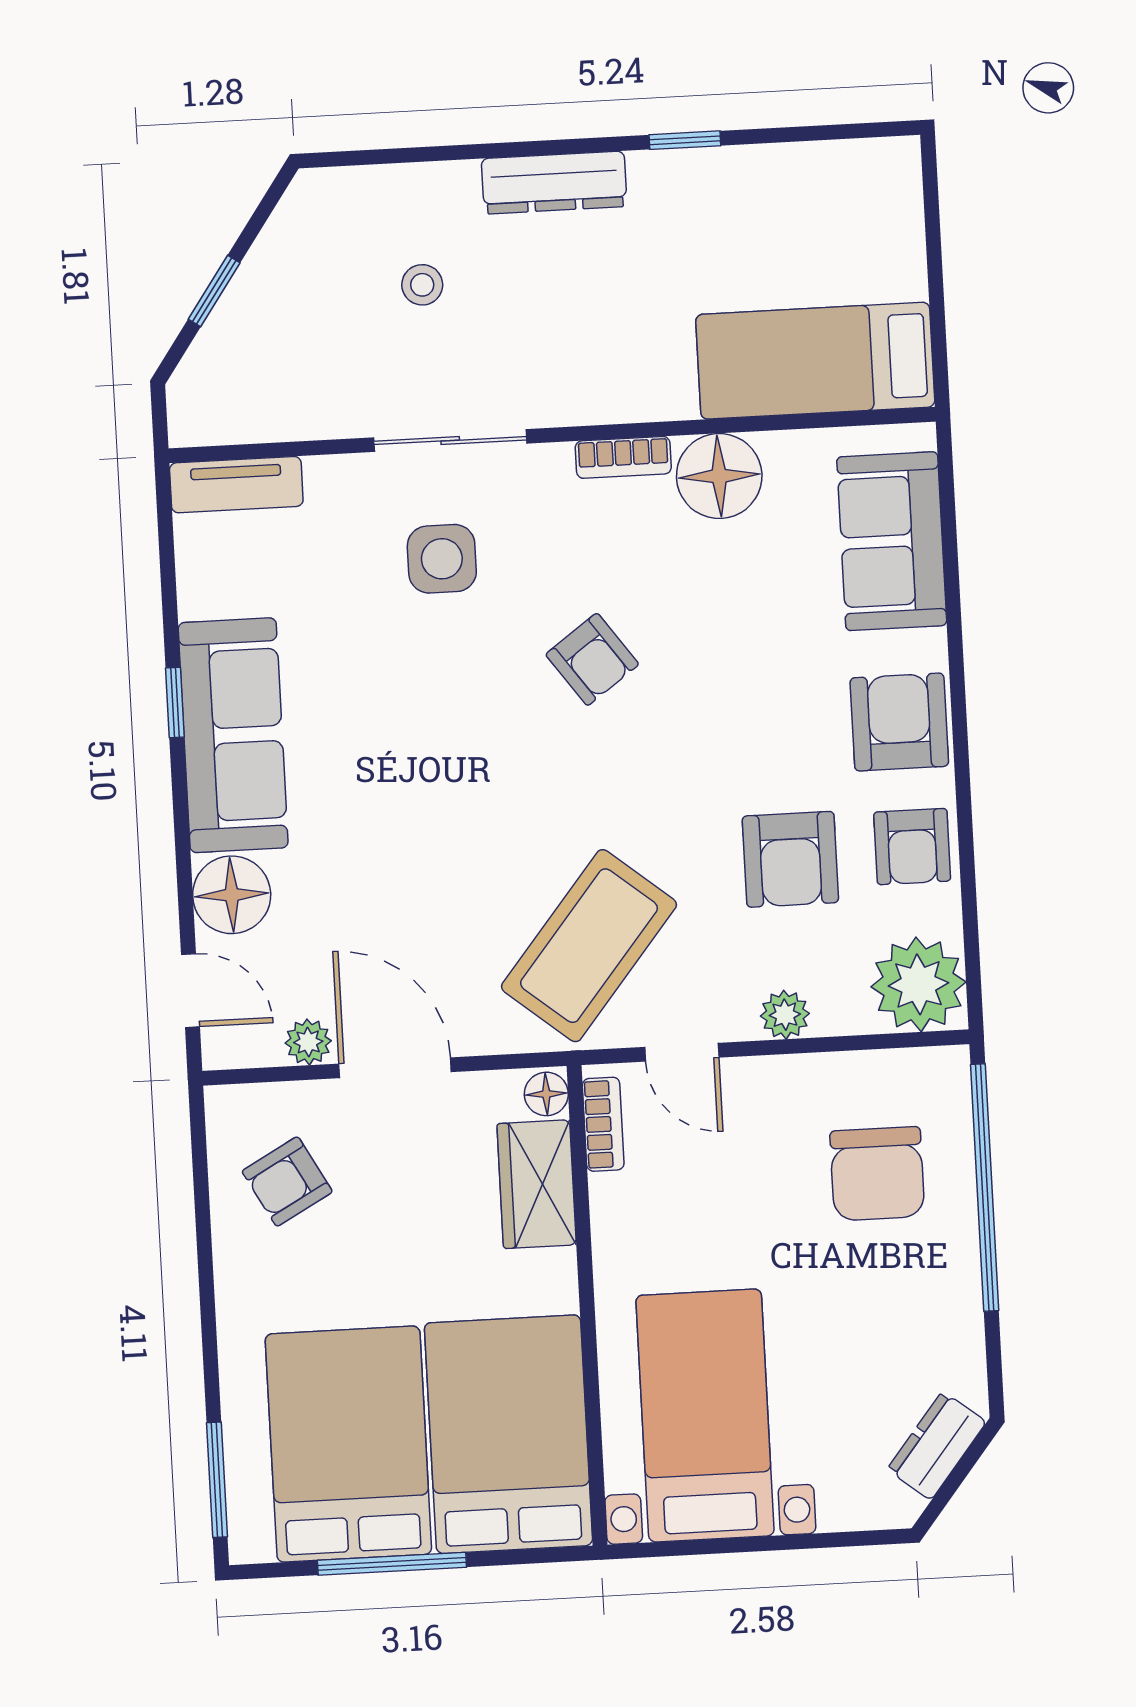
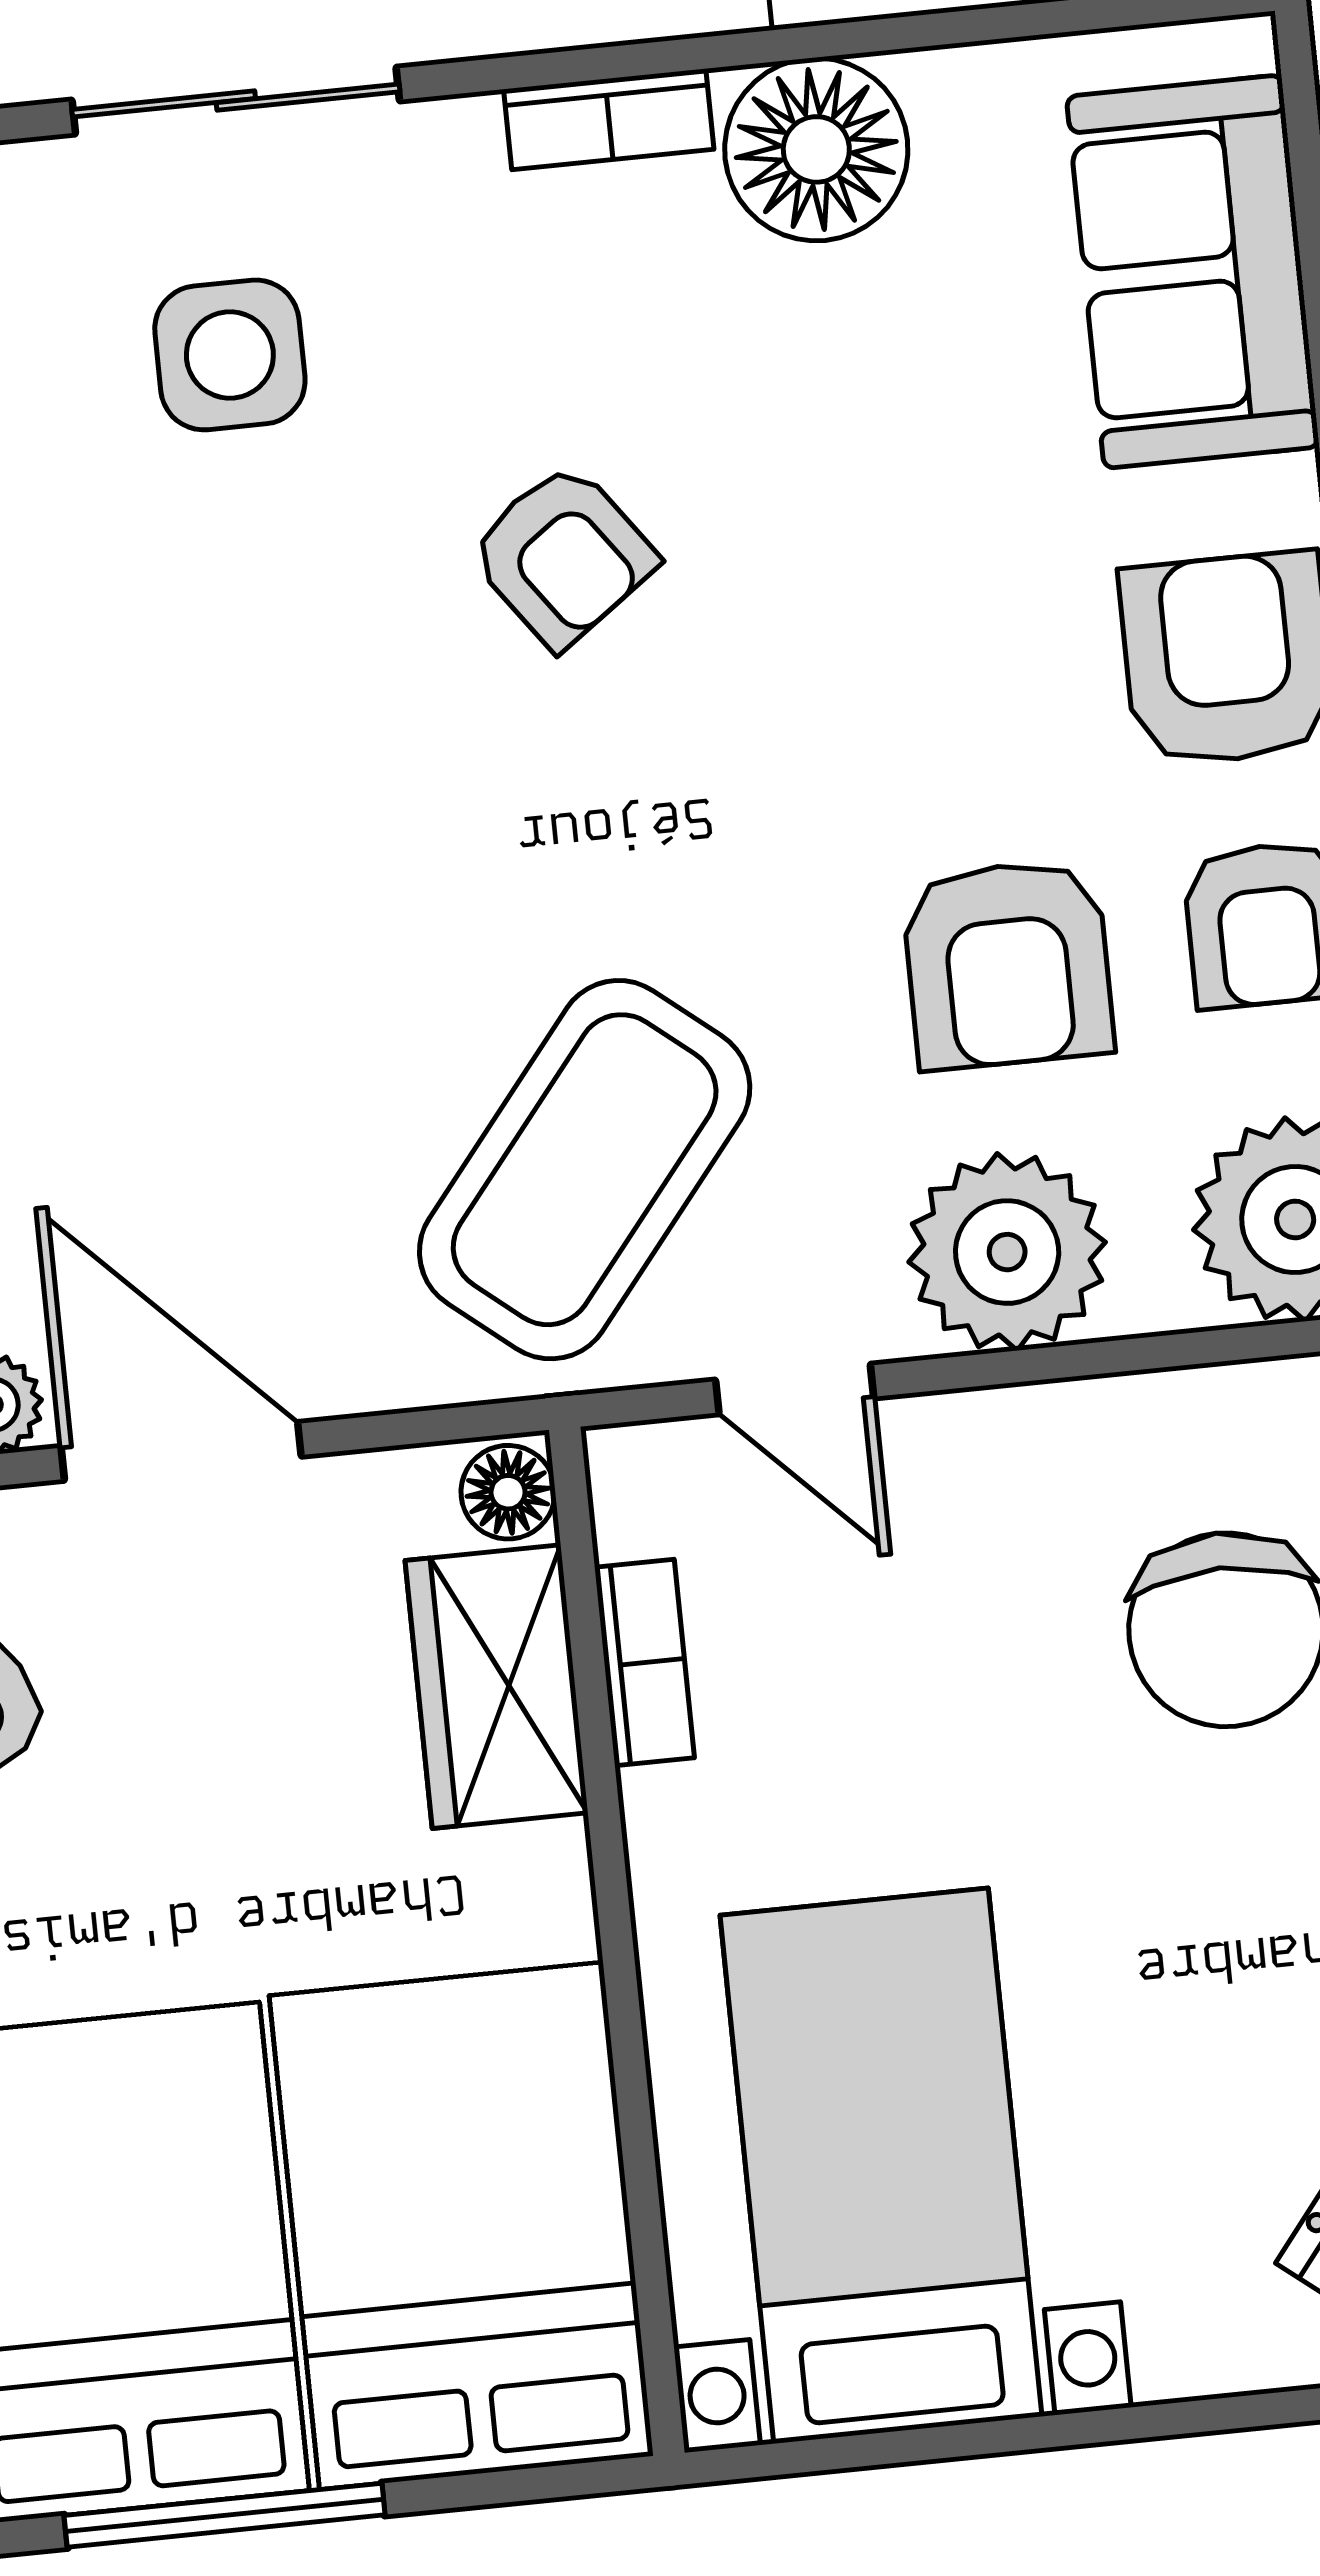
plant: (785, 1015) -> (1007, 1252), width x1.87, depth x1.87
bookcase: (603, 1124) -> (644, 1663), moved

